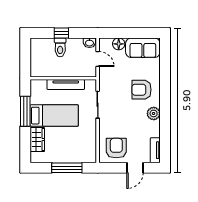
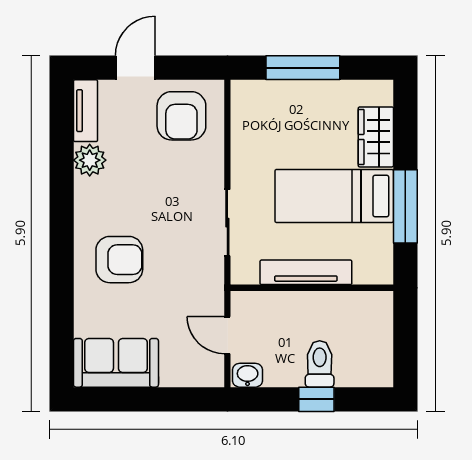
floor lamp: (119, 44) -> (176, 372), removed
plant: (154, 113) -> (90, 160), moved

